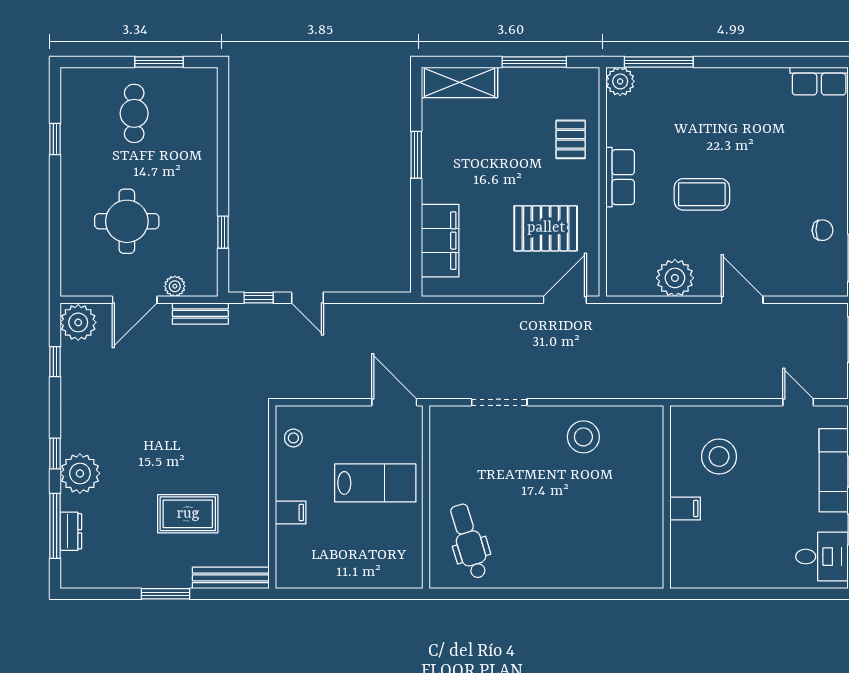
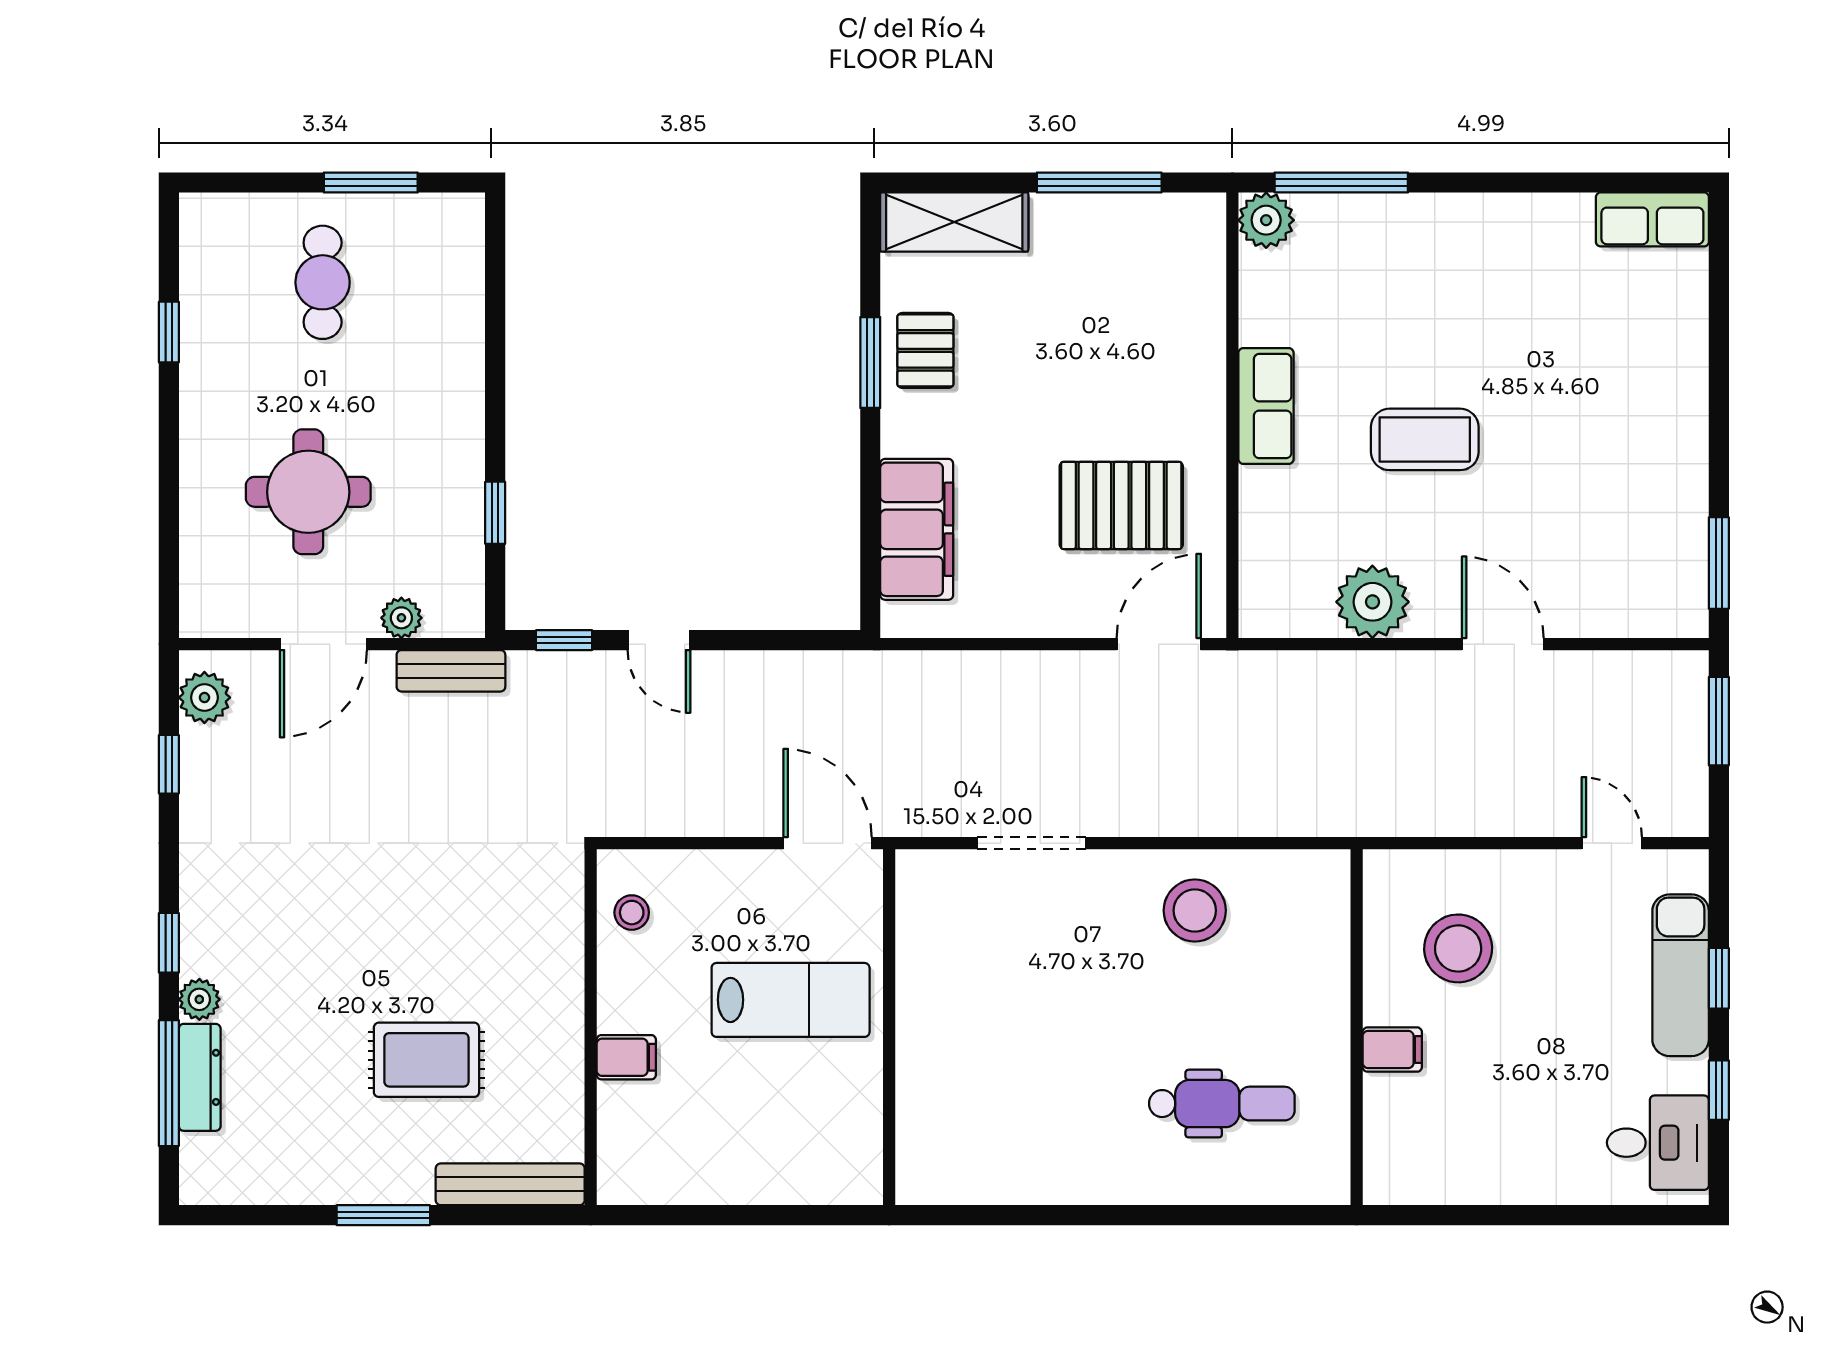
pallet: (571, 139) -> (925, 350), moved
chair: (823, 230) -> (1659, 509), removed
plant: (78, 322) -> (204, 698), width x0.73, depth x0.73
plant: (80, 473) -> (199, 999), width x0.53, depth x0.53
dresser: (71, 531) -> (200, 1077), width x1.44
dental chair: (469, 541) -> (1222, 1104), moved, turned 107

